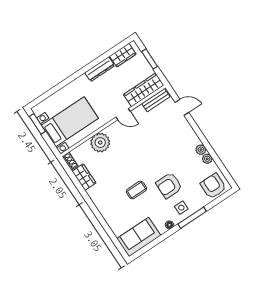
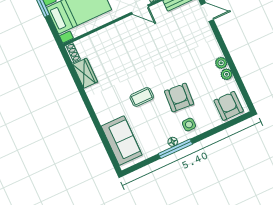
plant: (100, 143) -> (109, 37), removed
armchair: (169, 185) -> (179, 98), turned 94
window: (192, 218) -> (175, 149), moved
sofa: (139, 237) -> (122, 141), moved, turned 90

